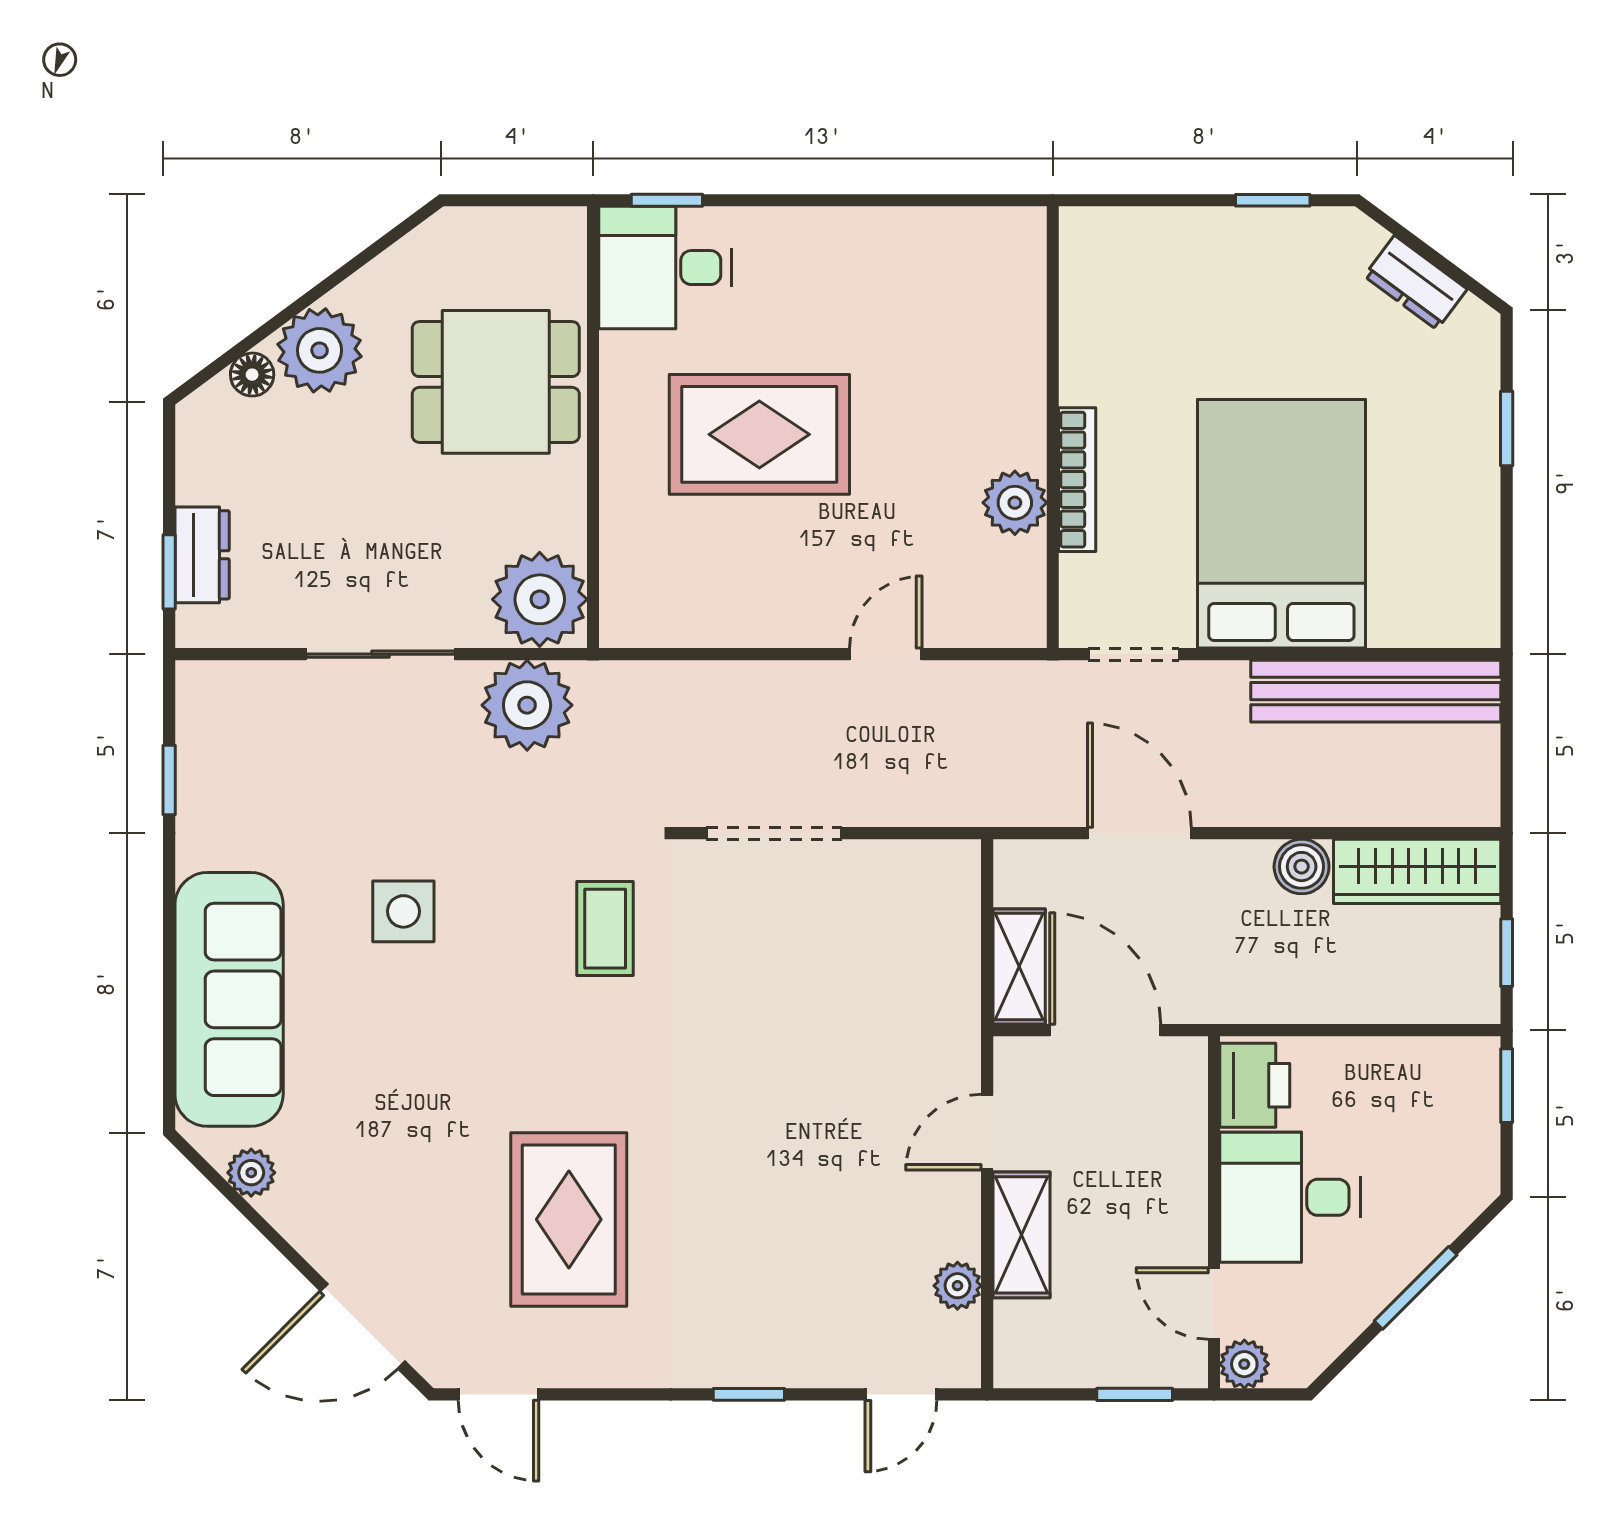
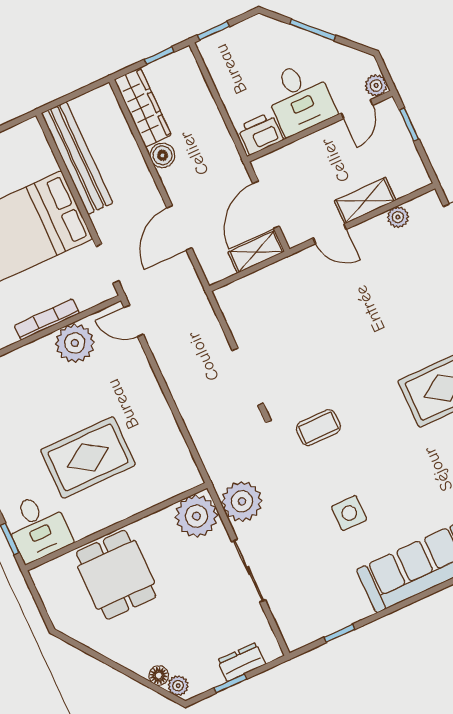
plant: (320, 350) -> (178, 686), moved, width x0.53, depth x0.53
rug: (759, 434) -> (88, 457), turned 90
plant: (1015, 503) -> (75, 343), width x1.36, depth x1.36
window: (169, 572) -> (230, 684), moved
door: (886, 654) -> (134, 321), moved

